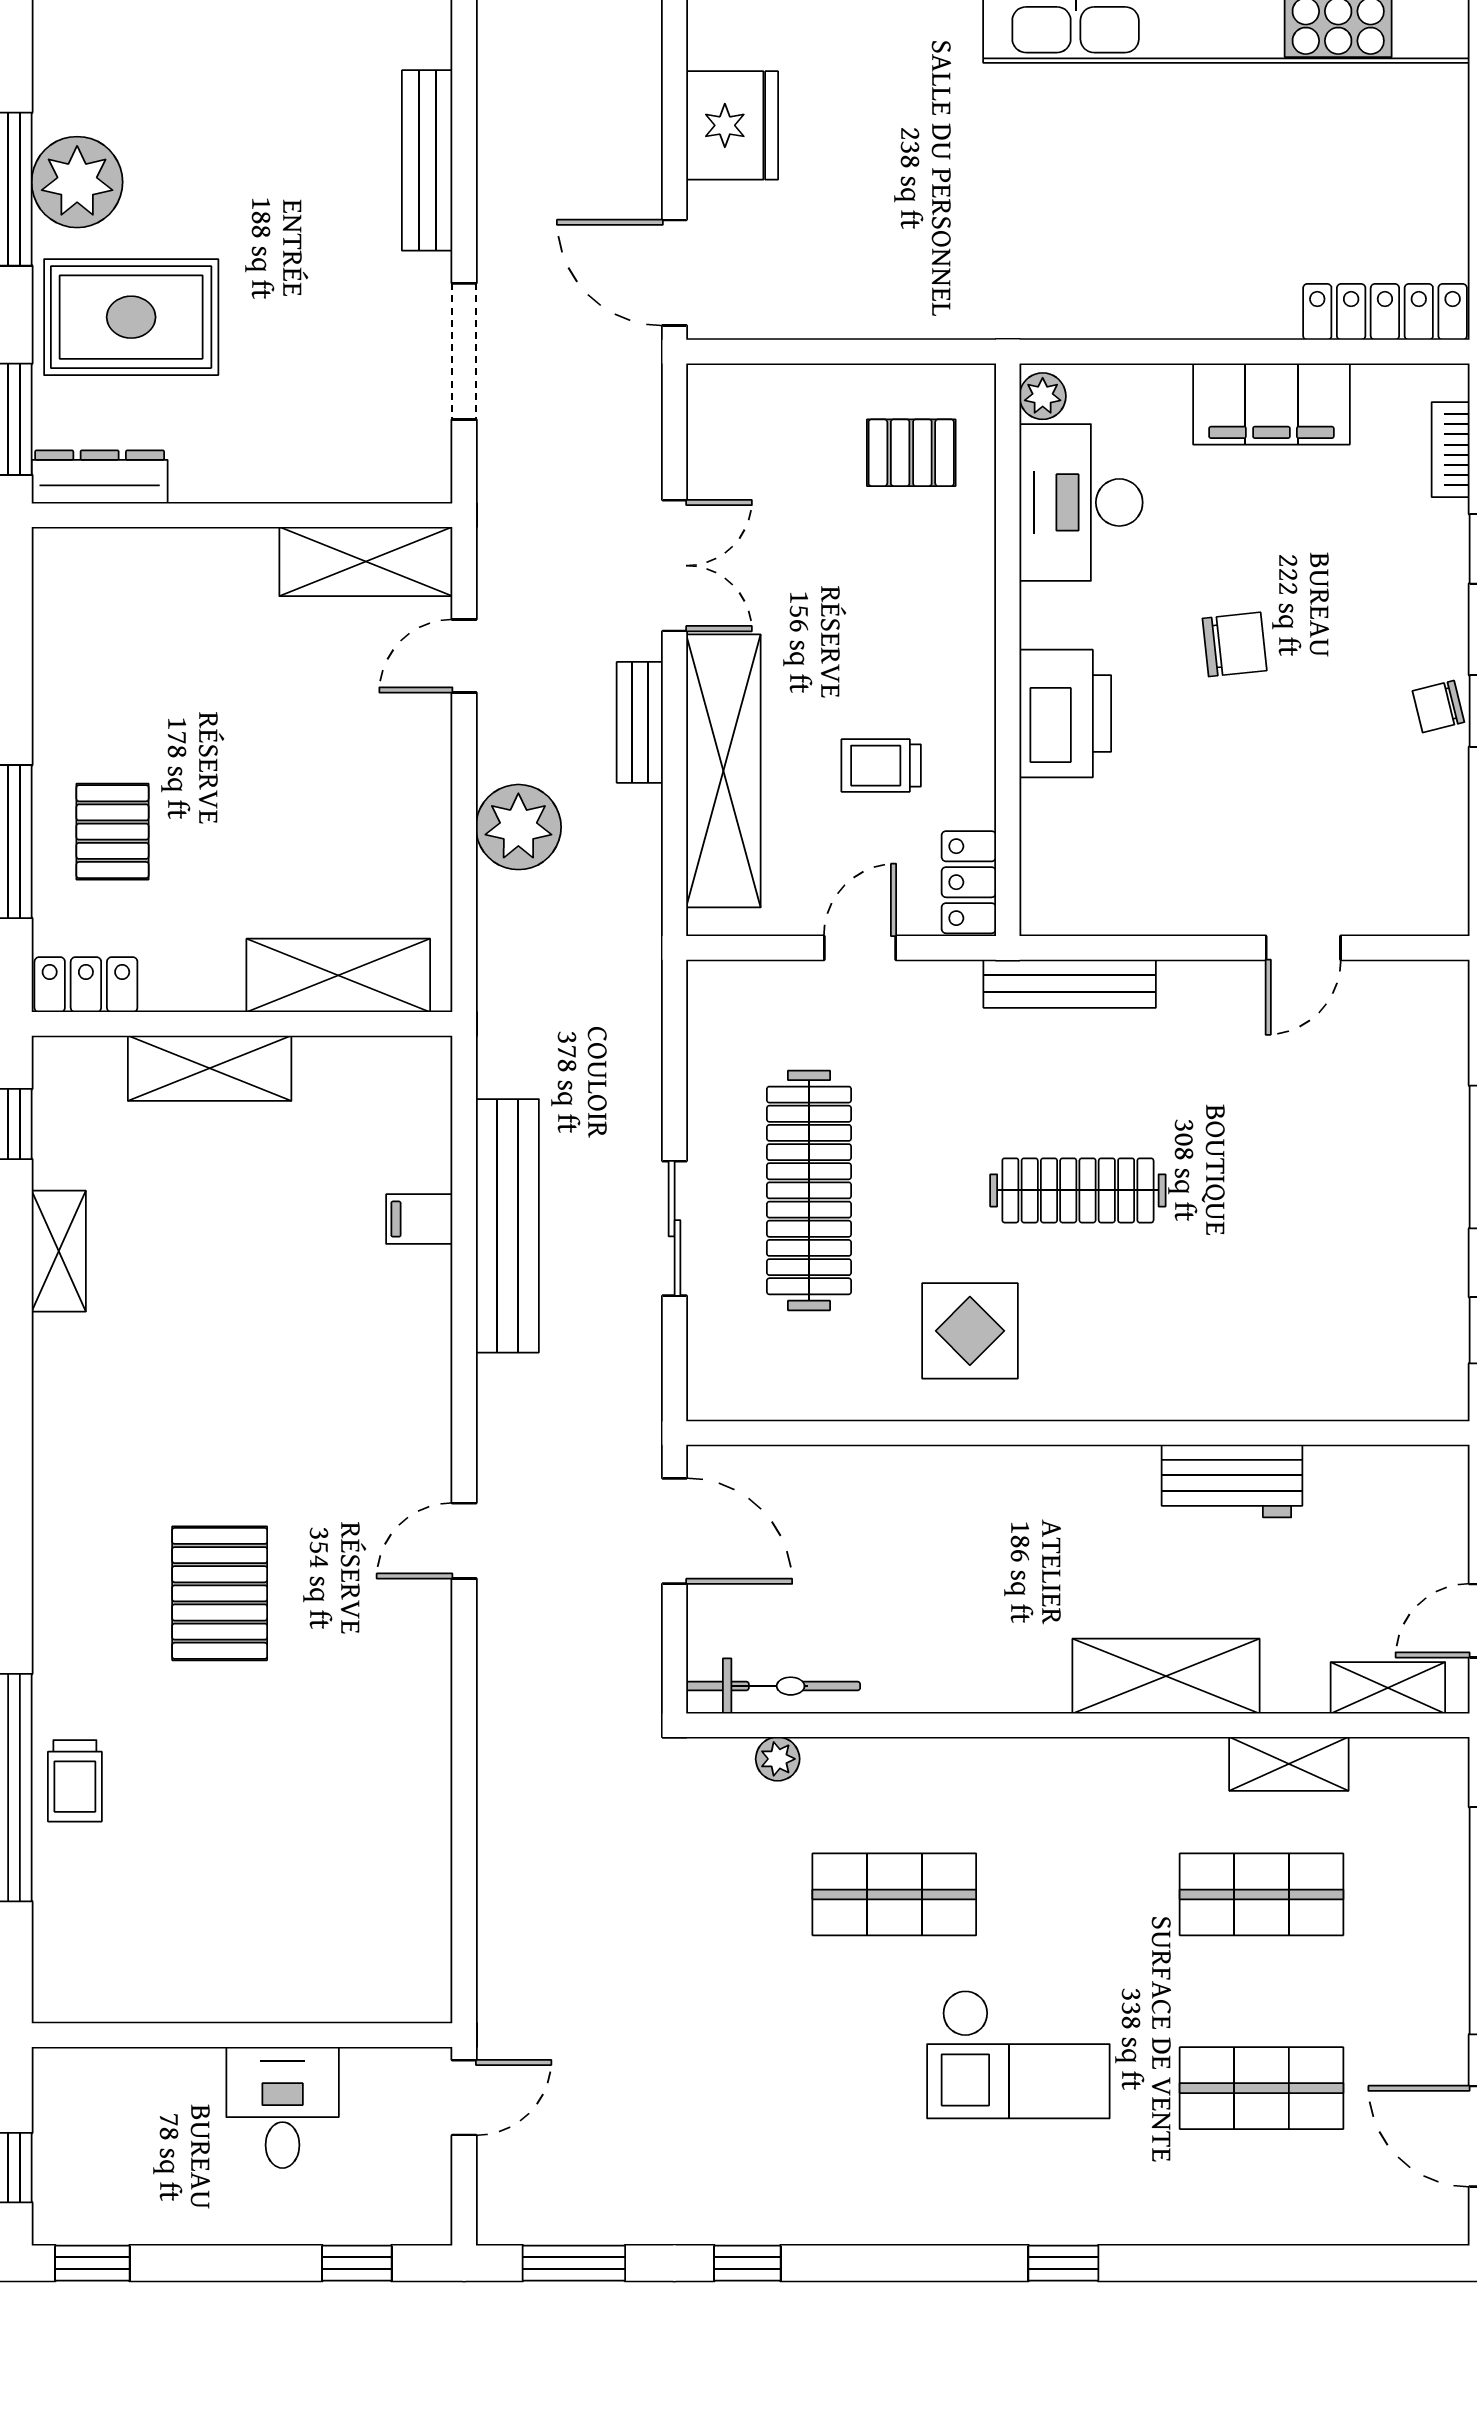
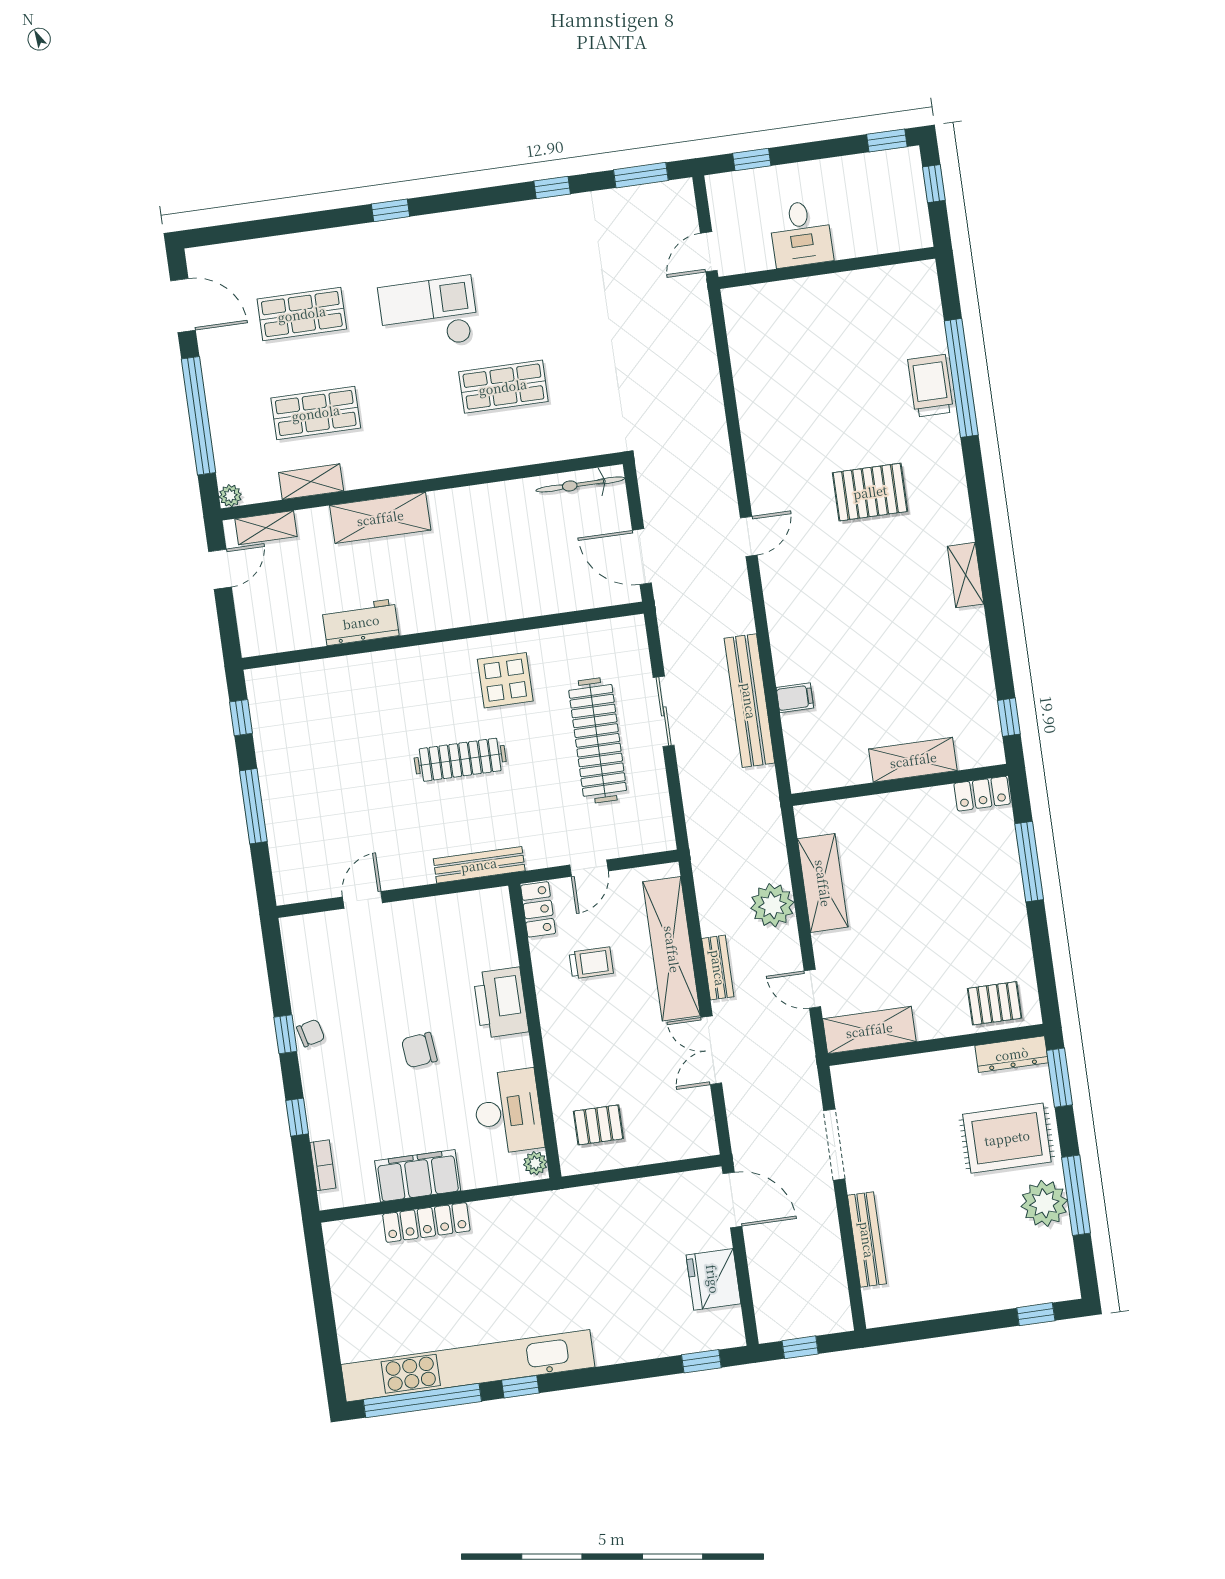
locker: (1385, 312) -> (426, 1222), moved
door: (464, 656) -> (812, 989), swing flipped
pallet: (113, 832) -> (995, 1003), moved, turned 90
shelving: (338, 975) -> (823, 883), moved, turned 90
shelving: (59, 1251) -> (966, 575), moved
pallet: (220, 1593) -> (870, 492), turned 90
plant: (778, 1759) -> (230, 496), moved
trolley: (75, 1781) -> (931, 386), width x1.36, depth x1.39

